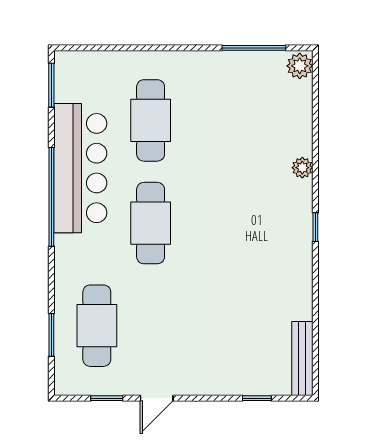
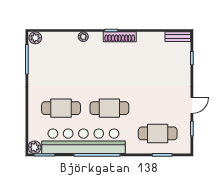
plant: (68, 64) -> (35, 147), added
bar counter: (80, 168) -> (83, 141), width x1.36
shoe rack: (302, 245) -> (120, 37), added
bench: (302, 359) -> (178, 37), width x0.73
door: (157, 398) -> (192, 105), hinge flipped

